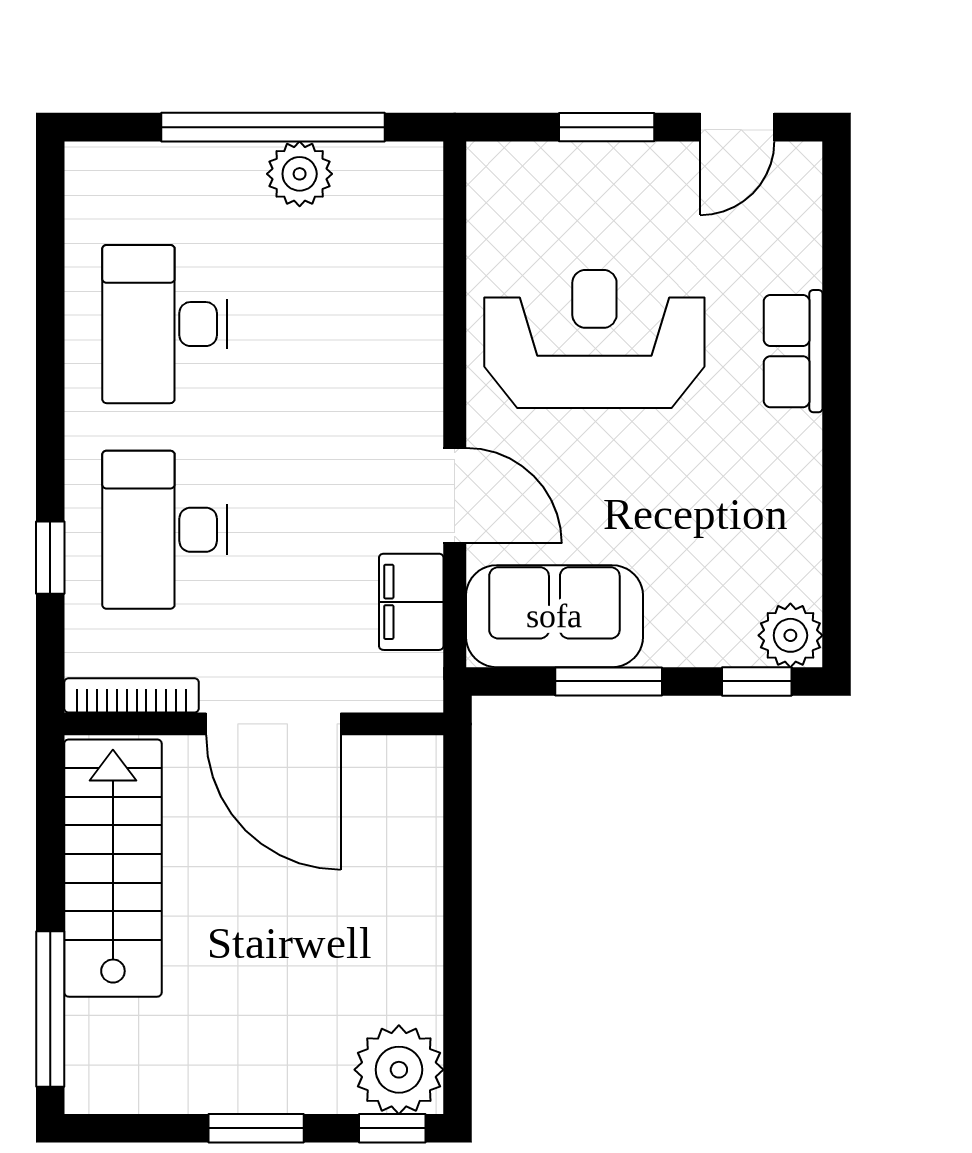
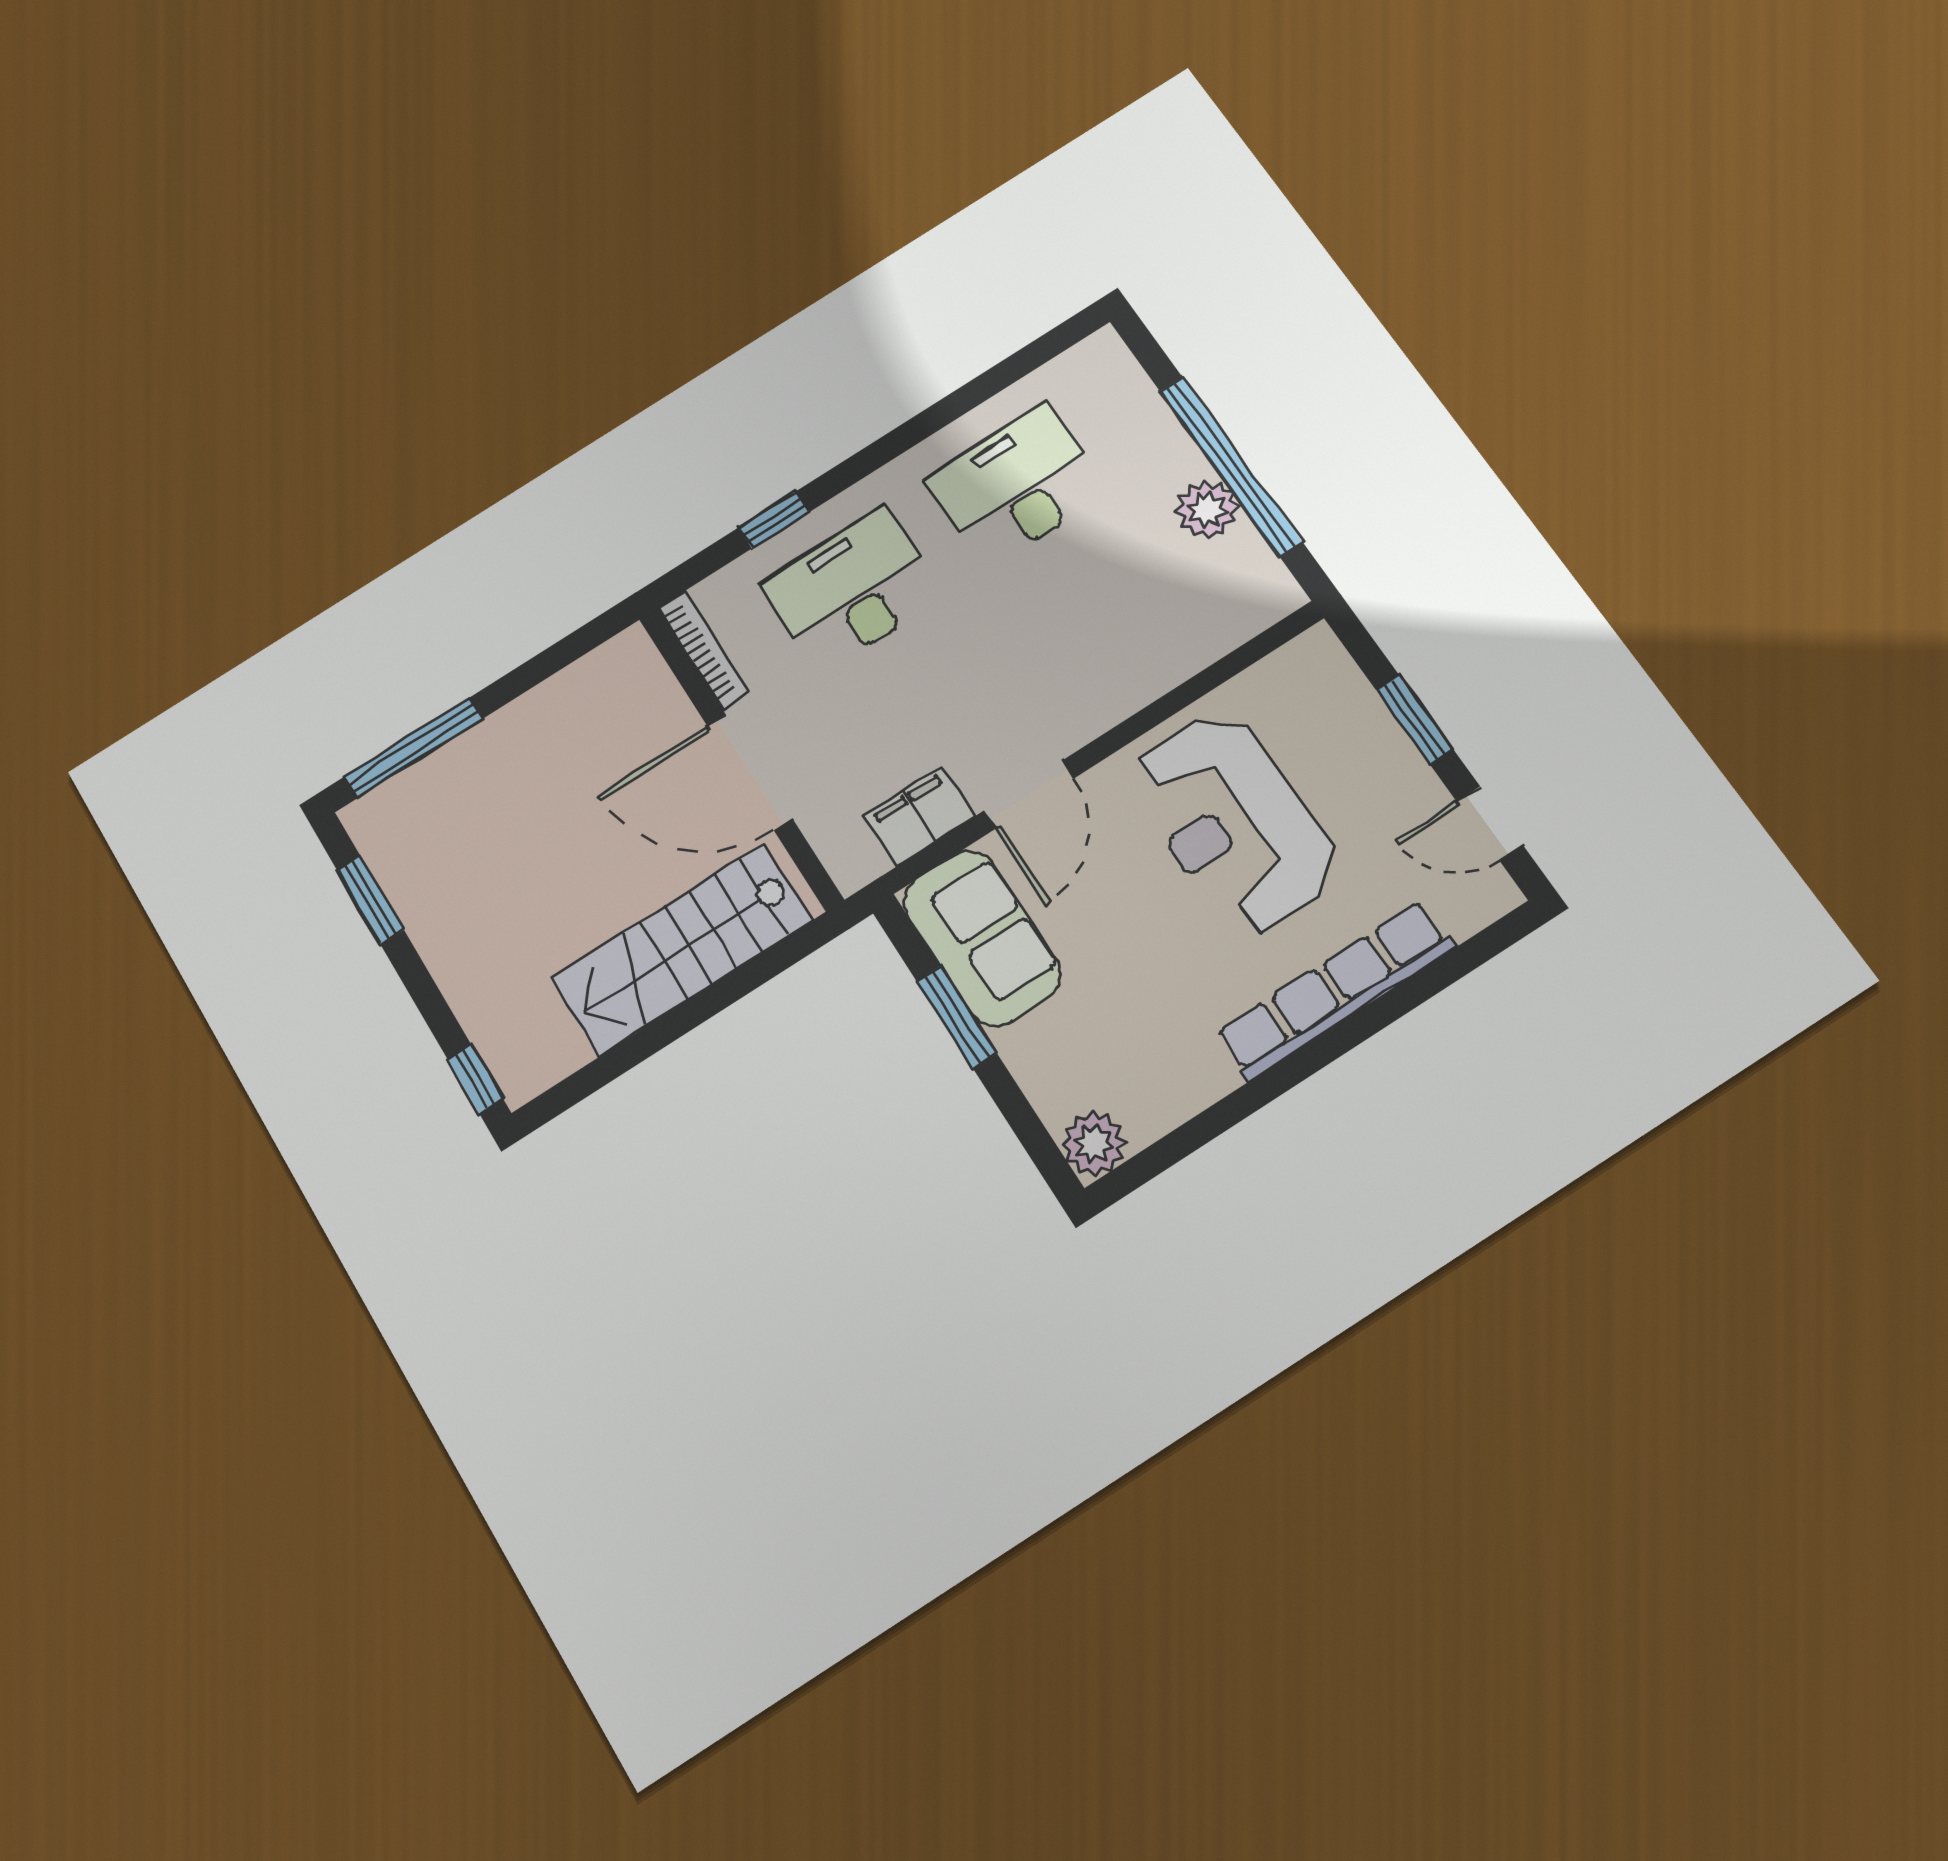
reception desk: (594, 339) -> (1233, 822), turned 180
row of seats: (793, 351) -> (1335, 990), width x2.02
window: (757, 681) -> (1036, 1140), removed
door: (273, 724) -> (750, 772), hinge flipped
stairs: (113, 868) -> (682, 950), moved, turned 180
plant: (399, 1070) -> (527, 1053), removed
window: (256, 1128) -> (370, 900), moved

